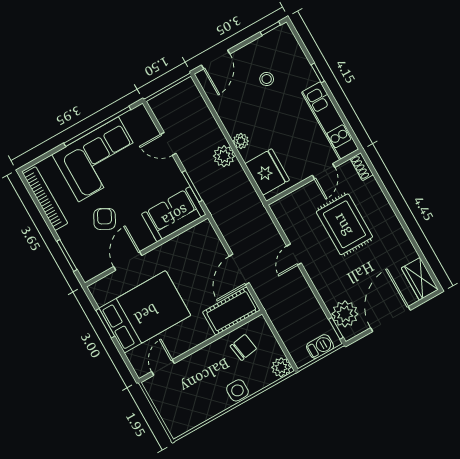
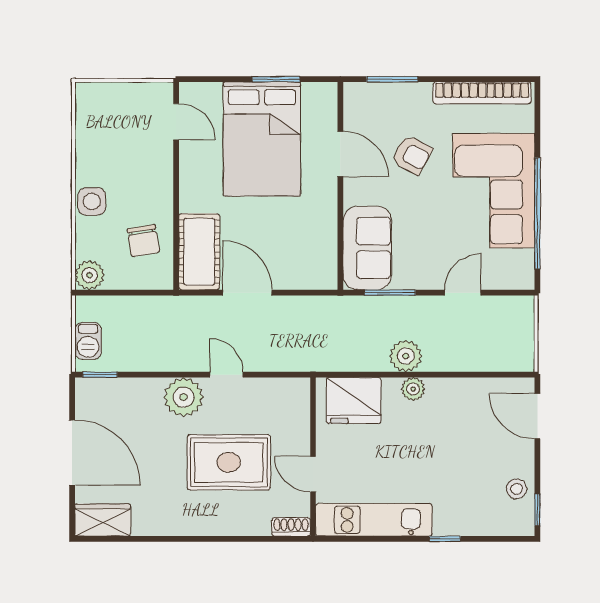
stool: (267, 79) -> (517, 489), moved
plant: (345, 314) -> (184, 397), moved

